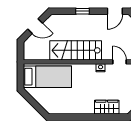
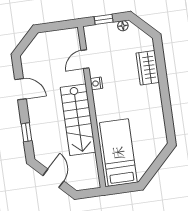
window: (83, 11) -> (27, 132), moved
door: (115, 11) -> (21, 89), moved

